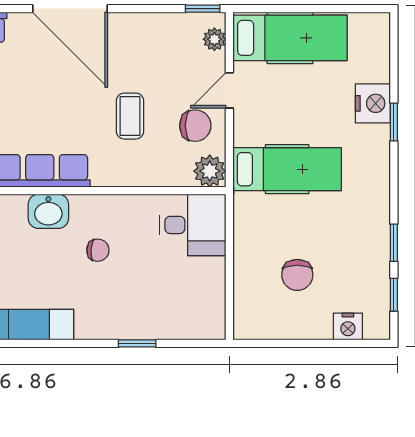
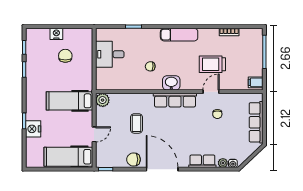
plant: (214, 39) -> (101, 156), removed
chair: (195, 126) -> (134, 159), moved
desk: (193, 225) -> (110, 54), moved
nightstand: (348, 327) -> (56, 34), moved

